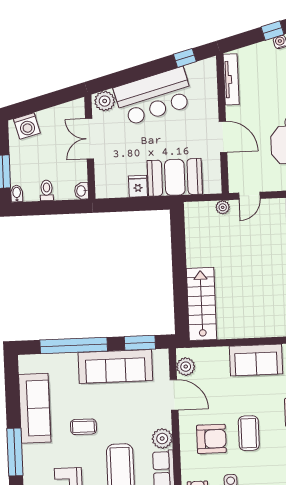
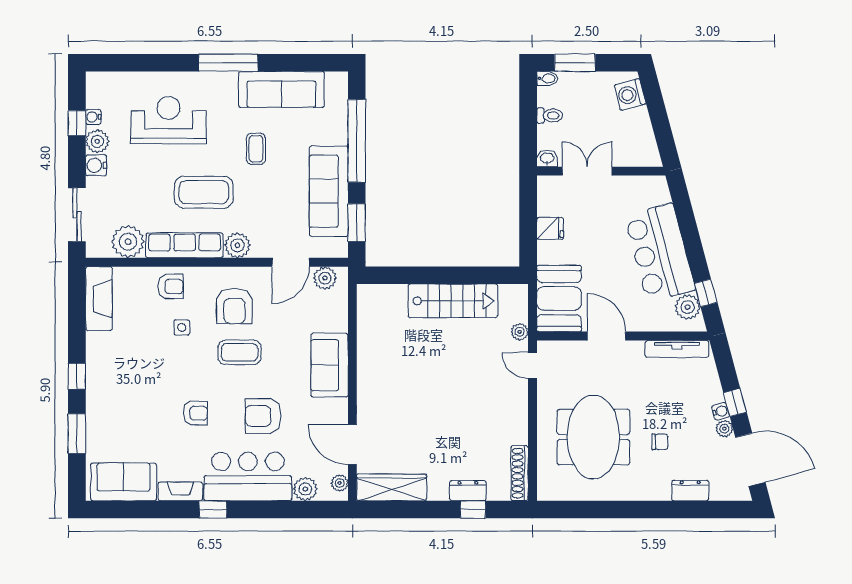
plant: (105, 101) -> (688, 307), moved
door: (223, 137) -> (607, 336), swing flipped
double door: (90, 139) -> (587, 171), moved
booth: (175, 177) -> (559, 299), moved
stairs: (202, 304) -> (453, 301), moved

